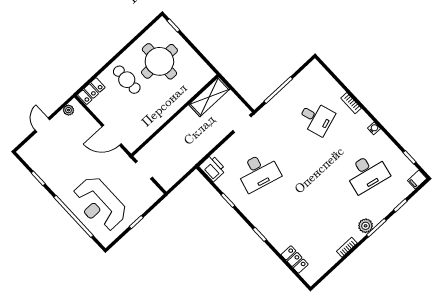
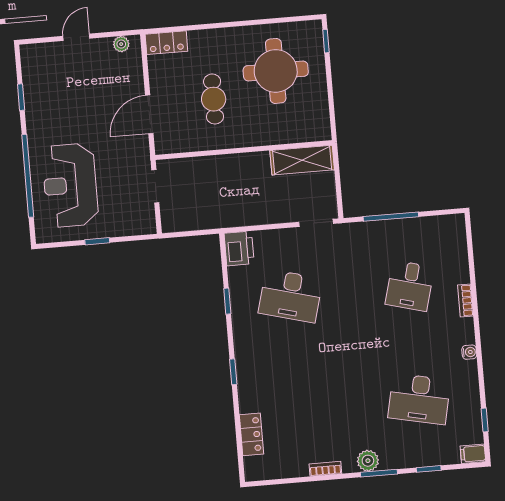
cafe table: (127, 80) -> (214, 99), moved
desk: (316, 118) -> (410, 286), turned 33
door: (112, 135) -> (149, 114), hinge flipped

